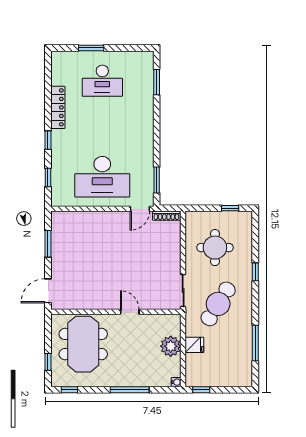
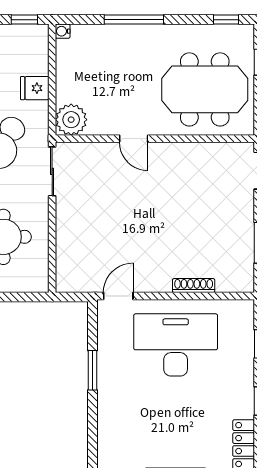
window: (157, 180) -> (93, 370), moved
shoe rack: (166, 216) -> (194, 286), moved
meeting table: (83, 344) -> (205, 89), turned 90
plant: (171, 346) -> (71, 120), moved

